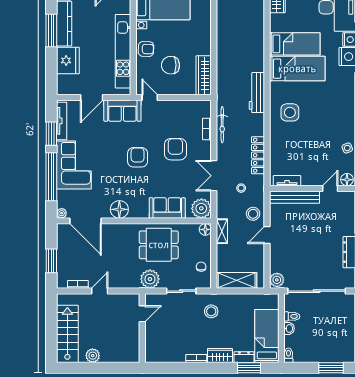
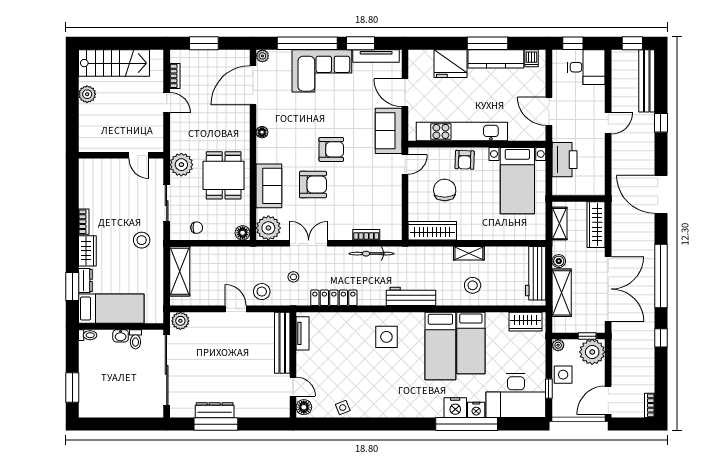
stool: (248, 43) -> (473, 285), added
armchair: (175, 149) -> (313, 185), moved
floor lamp: (119, 209) -> (262, 132), width x0.53, depth x0.53
shelving: (222, 231) -> (469, 253), moved

